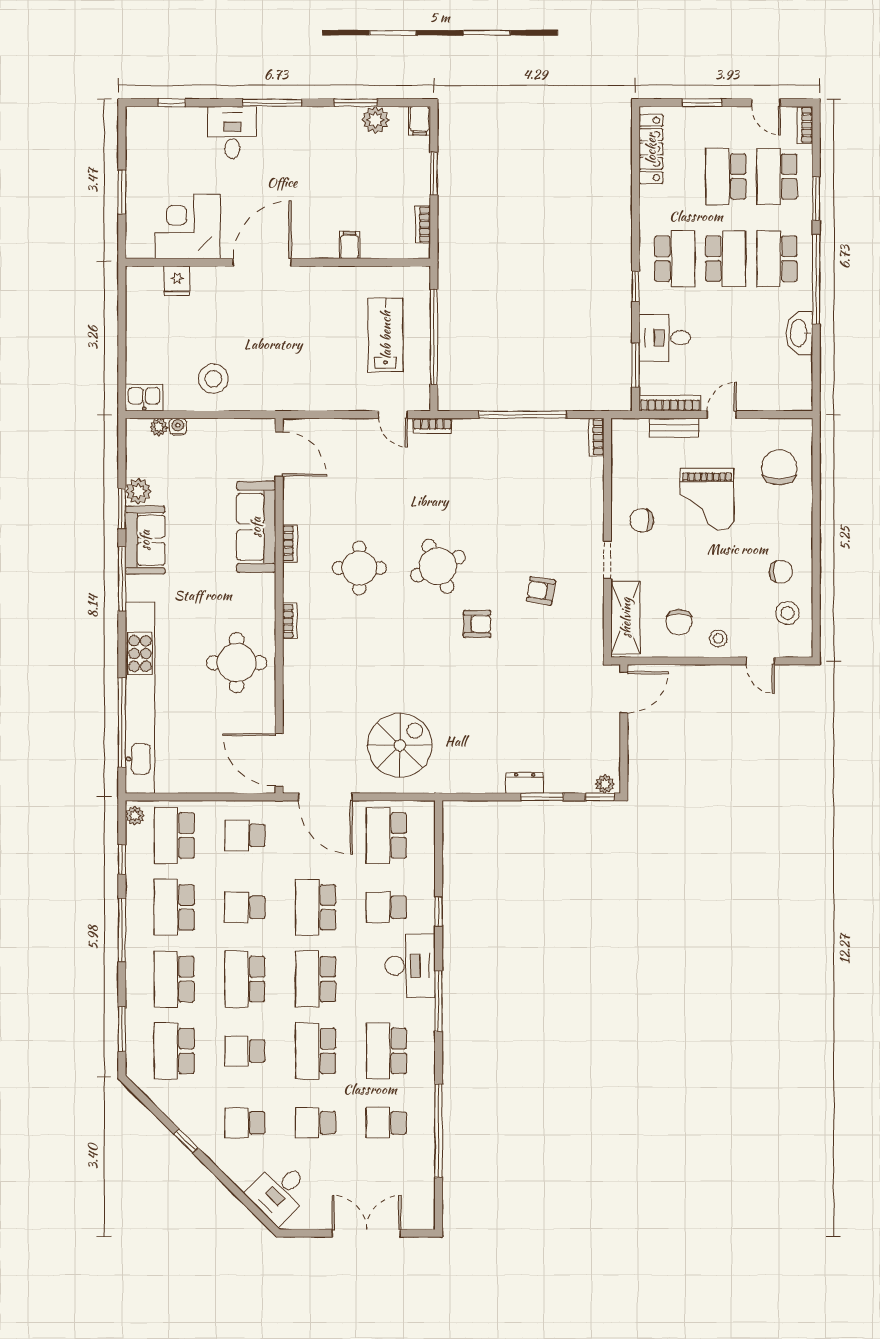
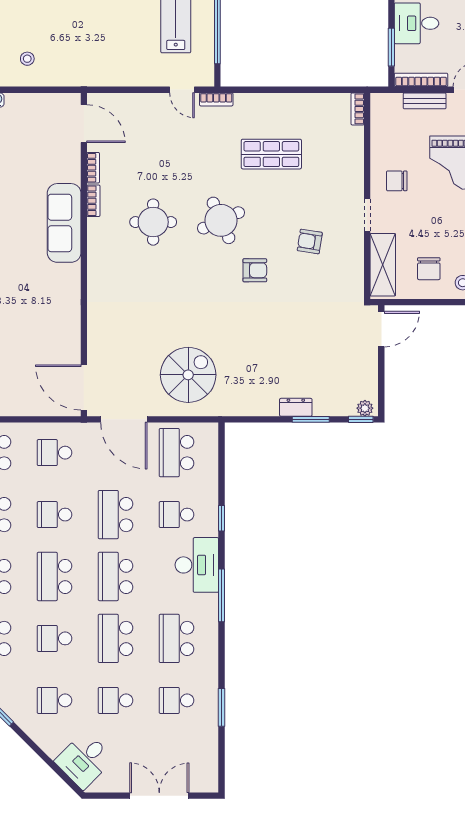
stool: (213, 379) -> (27, 59), width x0.53, depth x0.53
window: (523, 415) -> (294, 90), removed
shop shelf: (496, 489) -> (271, 154), added
sofa: (256, 527) -> (64, 223), moved
bookcase: (290, 621) -> (93, 168), moved
round table: (237, 663) -> (47, 304), removed
window: (439, 1131) -> (221, 707), width x0.47

